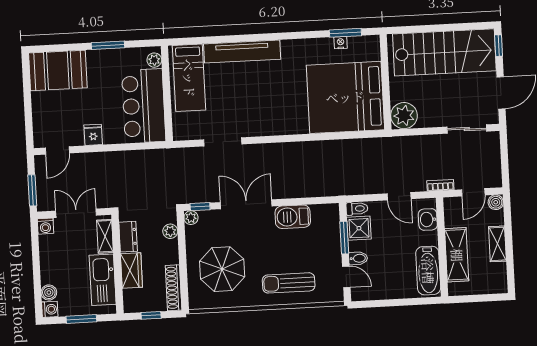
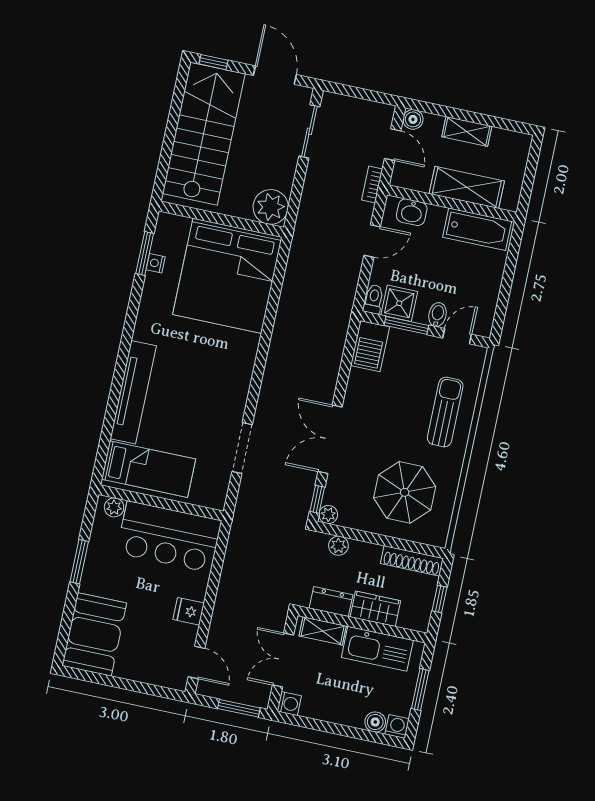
barbecue: (293, 217) -> (370, 346), moved
sun lounger: (289, 283) -> (445, 412), turned 180

